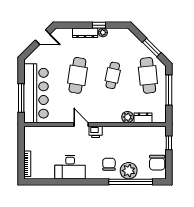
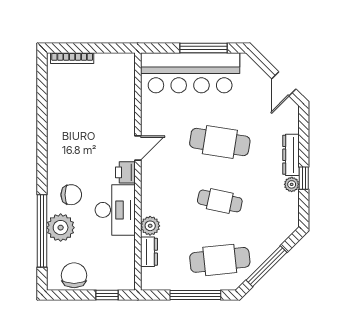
window: (152, 47) -> (266, 266), width x1.44
window: (21, 98) -> (204, 48), moved
chair: (157, 163) -> (74, 275), turned 90
desk: (70, 167) -> (115, 210), moved, turned 180

